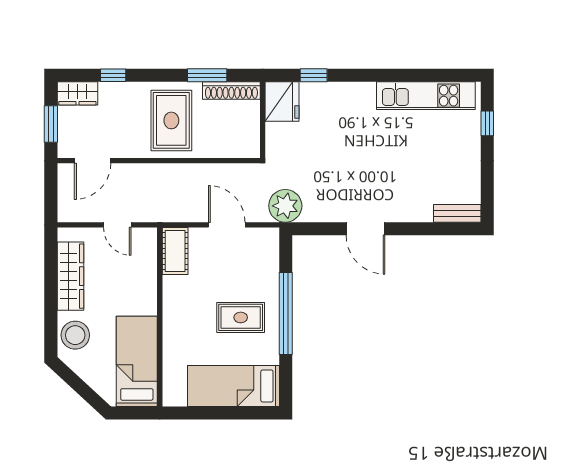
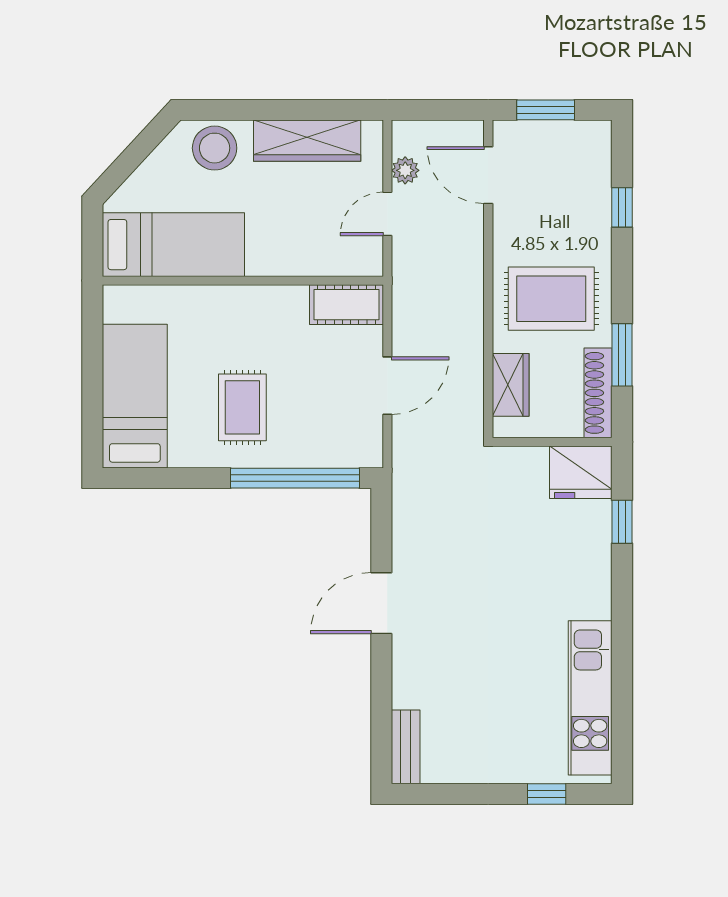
wardrobe: (77, 93) -> (511, 385), moved, turned 180
plant: (285, 206) -> (405, 170), moved, width x0.53, depth x0.53
window: (286, 314) -> (295, 478), moved

